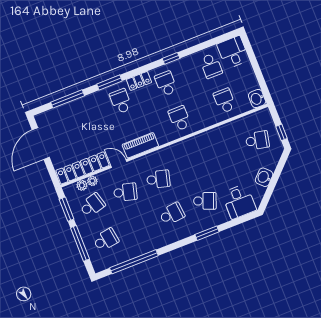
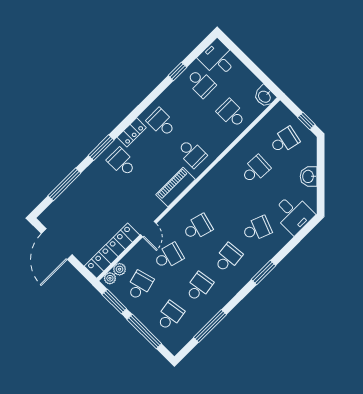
window: (171, 58) -> (177, 71), moved
school desk: (180, 118) -> (192, 153), turned 180
piano: (140, 145) -> (176, 187), moved
school desk: (224, 153) -> (255, 169), added
door: (119, 163) -> (148, 229), swing flipped
plant: (92, 181) -> (110, 278), moved
school desk: (139, 227) -> (199, 287), added
window: (207, 233) -> (264, 272), moved
window: (134, 262) -> (210, 326), width x0.68

